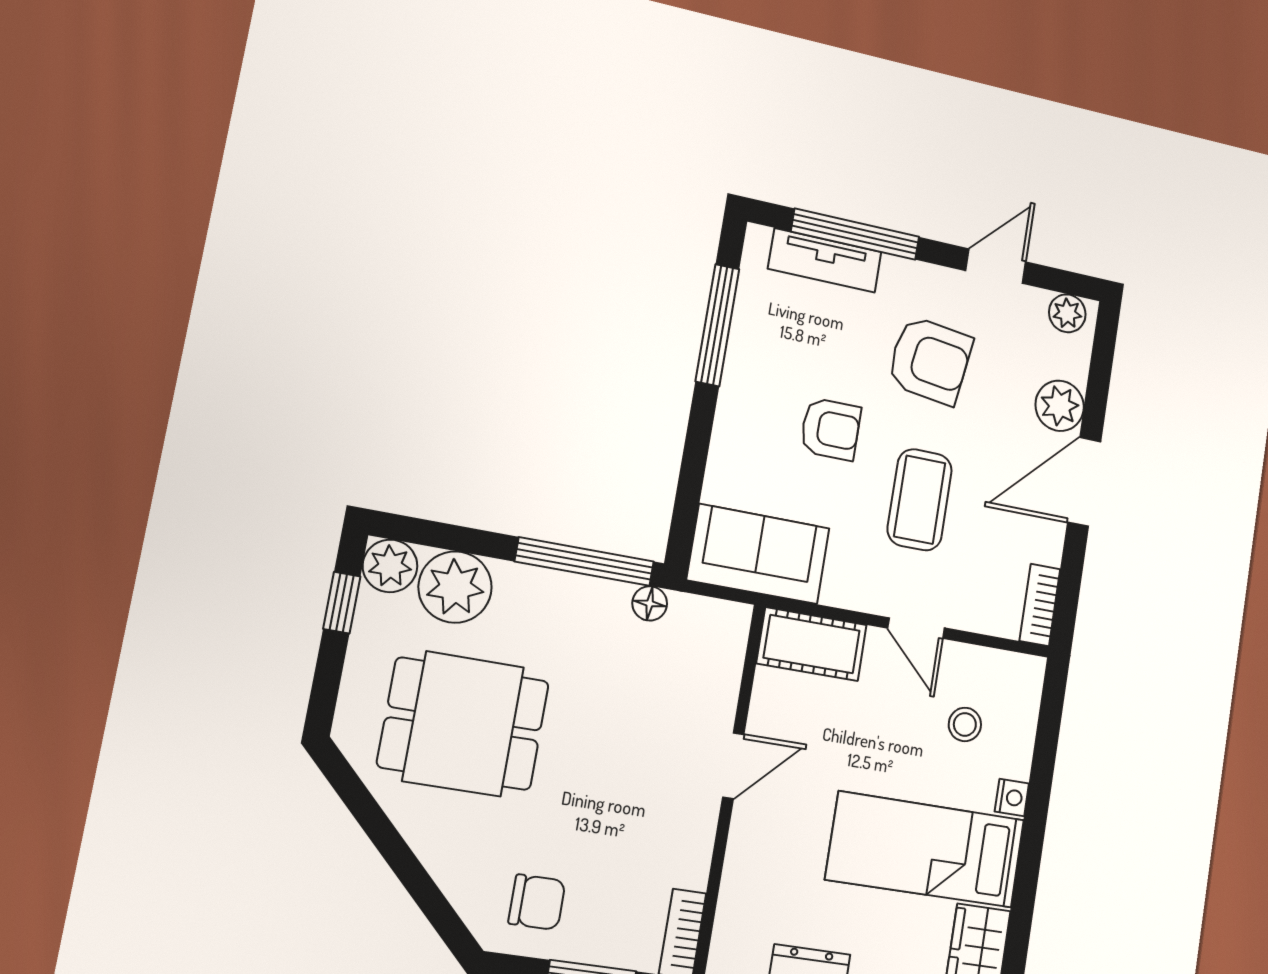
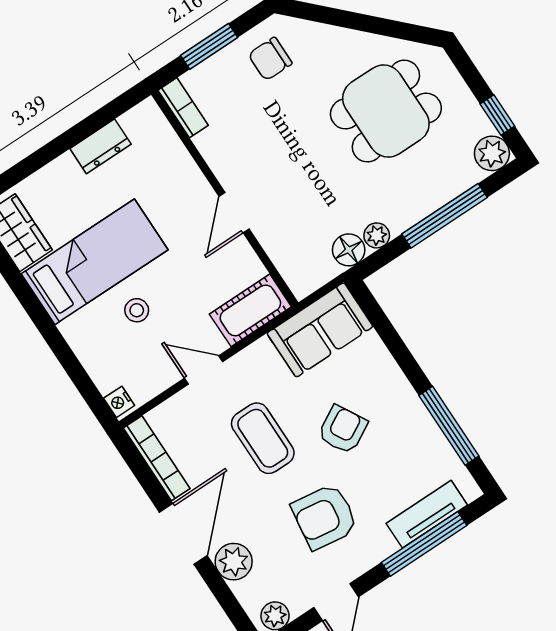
armchair: (831, 429) -> (343, 429), turned 151
window: (585, 561) -> (445, 216), moved
plant: (455, 587) -> (377, 235), moved, width x0.53, depth x0.53
floor lamp: (650, 603) -> (349, 250), width x1.37, depth x1.37
bookcase: (1040, 605) -> (157, 458), width x1.56
stool: (965, 724) -> (137, 310), moved
nightstand: (1012, 798) -> (119, 402), moved

